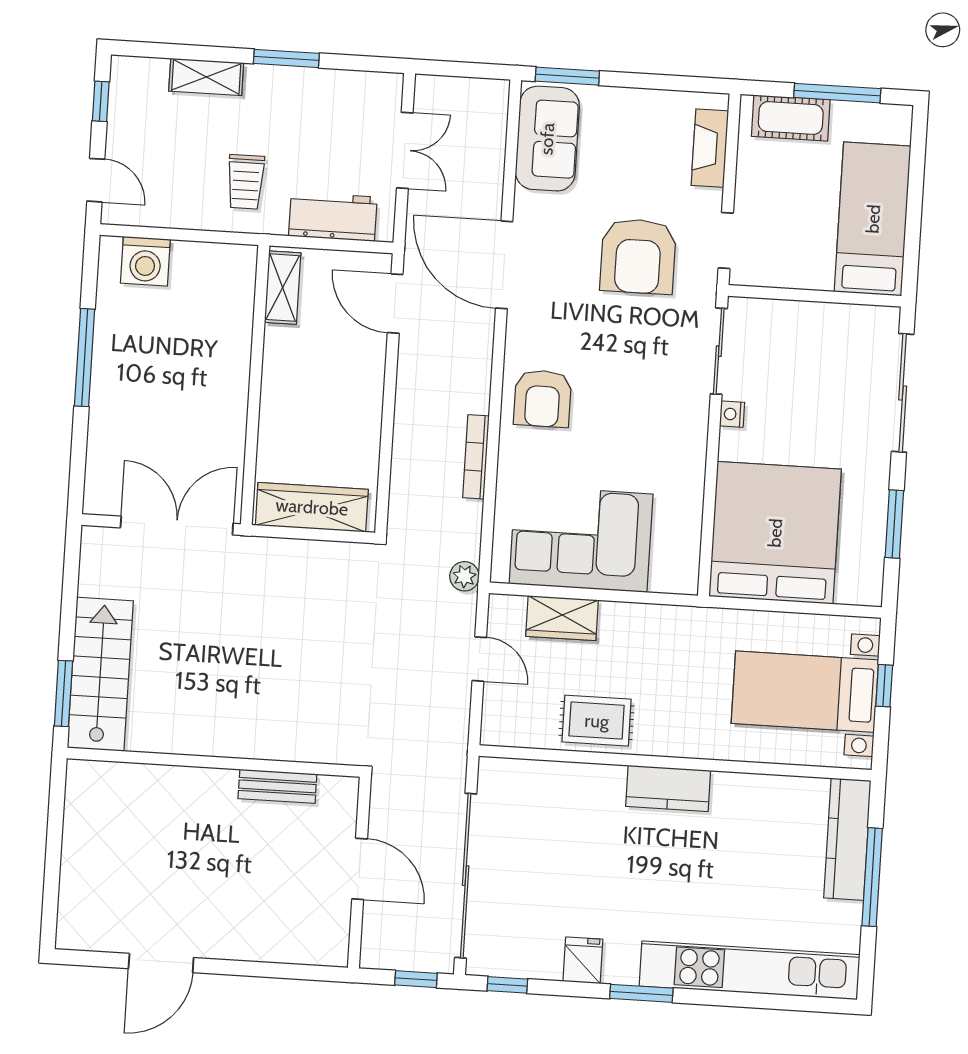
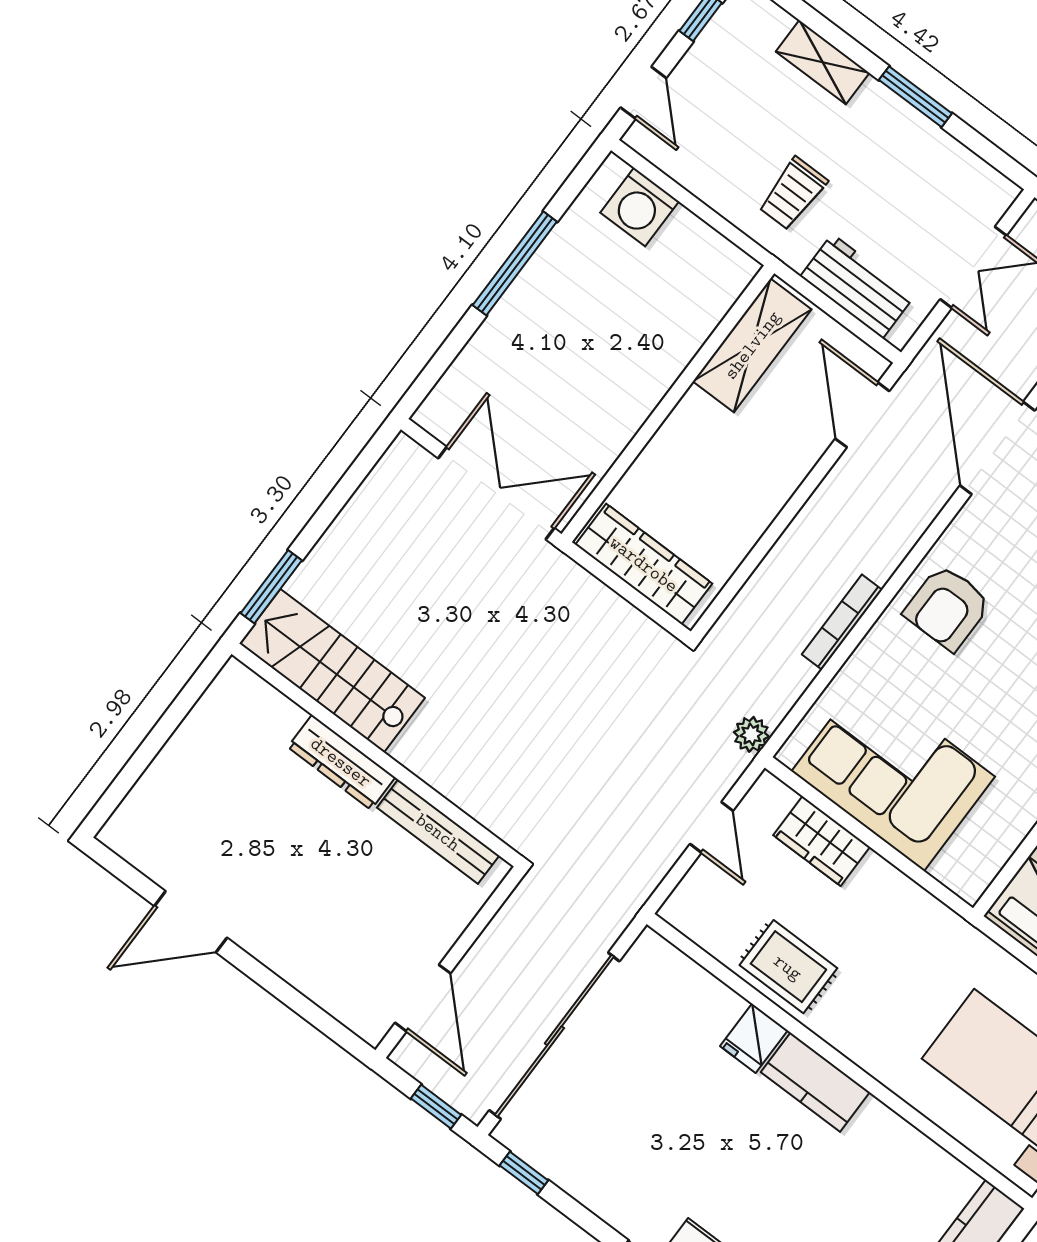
shelving: (283, 288) -> (752, 345), width x1.50, depth x1.33
stairs: (100, 674) -> (332, 671), moved, turned -90
dresser: (193, 783) -> (341, 762), added
bench: (277, 786) -> (438, 832), width x1.36
door: (360, 869) -> (423, 998), moved
fridge: (583, 960) -> (754, 1038), moved, turned 180

